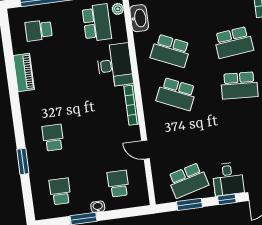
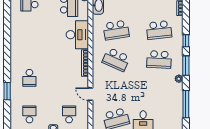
school desk: (171, 51) -> (116, 30), turned -33
piano: (24, 73) -> (16, 31), removed
school desk: (53, 138) -> (29, 78), turned 180

